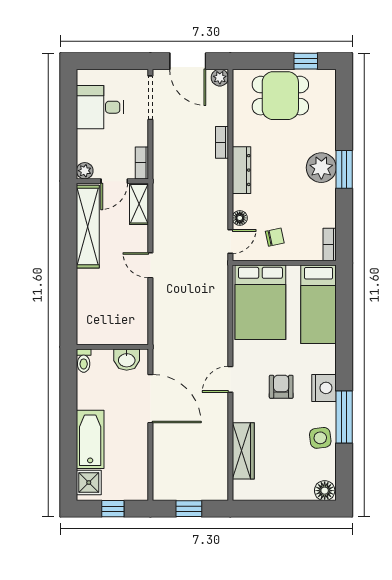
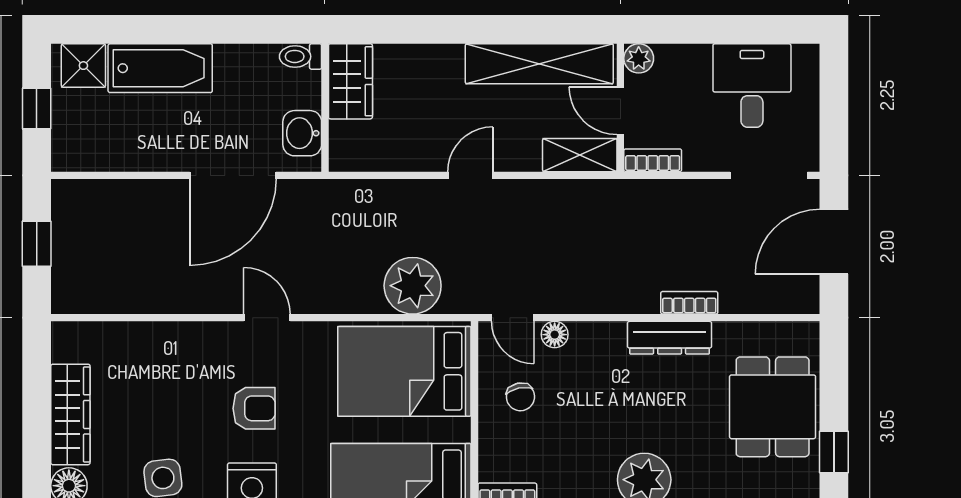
plant: (220, 78) -> (413, 286), moved, width x1.88, depth x1.88
dresser: (242, 170) -> (670, 338), moved
wardrobe: (98, 333) -> (350, 81), added
wardrobe: (243, 451) -> (70, 414), moved, turned -90

